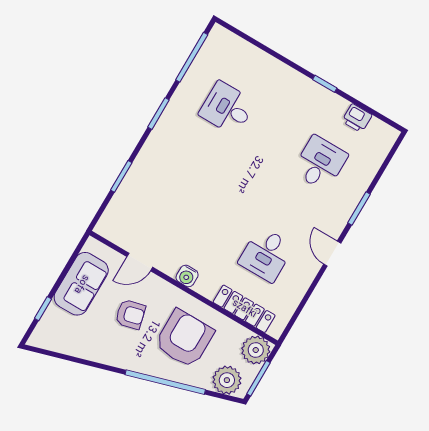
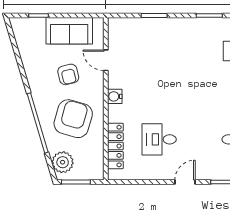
armchair: (184, 339) -> (73, 119), turned -74
plant: (256, 350) -> (93, 169), removed

